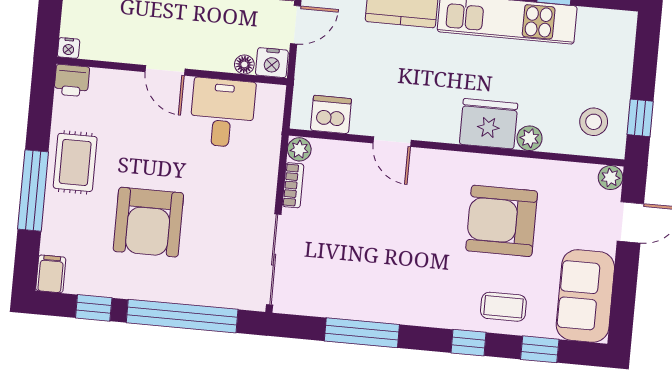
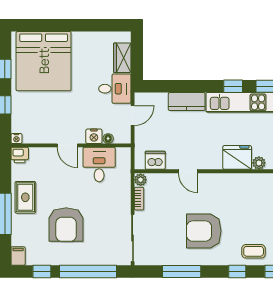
nightstand: (272, 63) -> (94, 136), moved
armchair: (502, 221) -> (204, 231), moved

